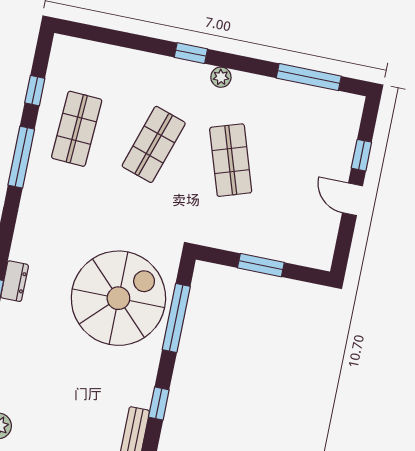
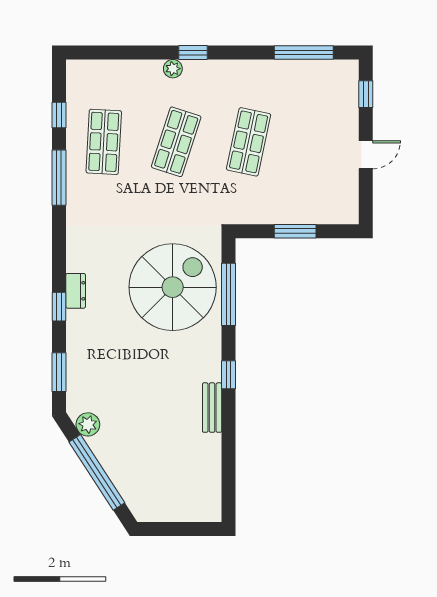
plant: (221, 77) -> (173, 69), moved
window: (361, 155) -> (366, 94), moved
shop shelf: (231, 160) -> (249, 142), turned 30
door: (353, 199) -> (366, 155), swing flipped

